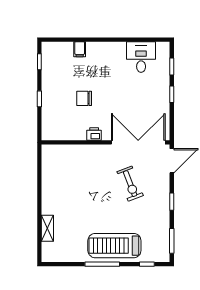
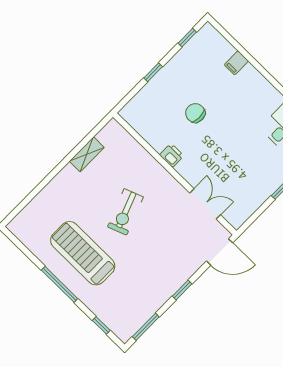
double door: (138, 142) -> (205, 204), width x0.54
exercise bike: (130, 184) -> (125, 212), moved
shelving: (47, 228) -> (87, 154), moved
treadmill: (114, 246) -> (83, 253), moved

